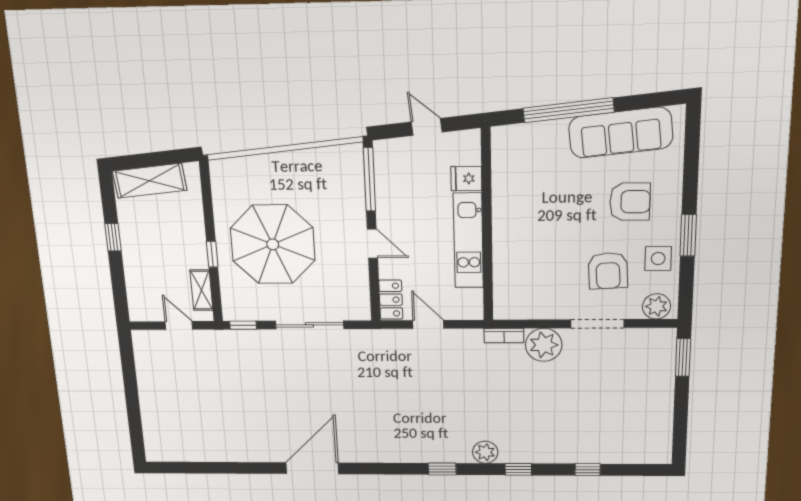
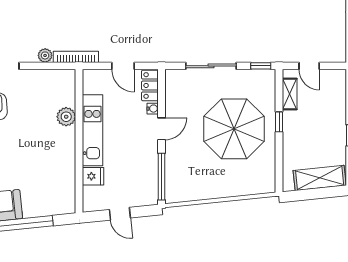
door: (372, 244) -> (161, 129), swing flipped
plant: (505, 258) -> (66, 117), added
water cooler: (386, 270) -> (153, 109), added
bookcase: (504, 336) -> (76, 57), width x1.56
plant: (544, 345) -> (45, 55), width x0.53, depth x0.53

